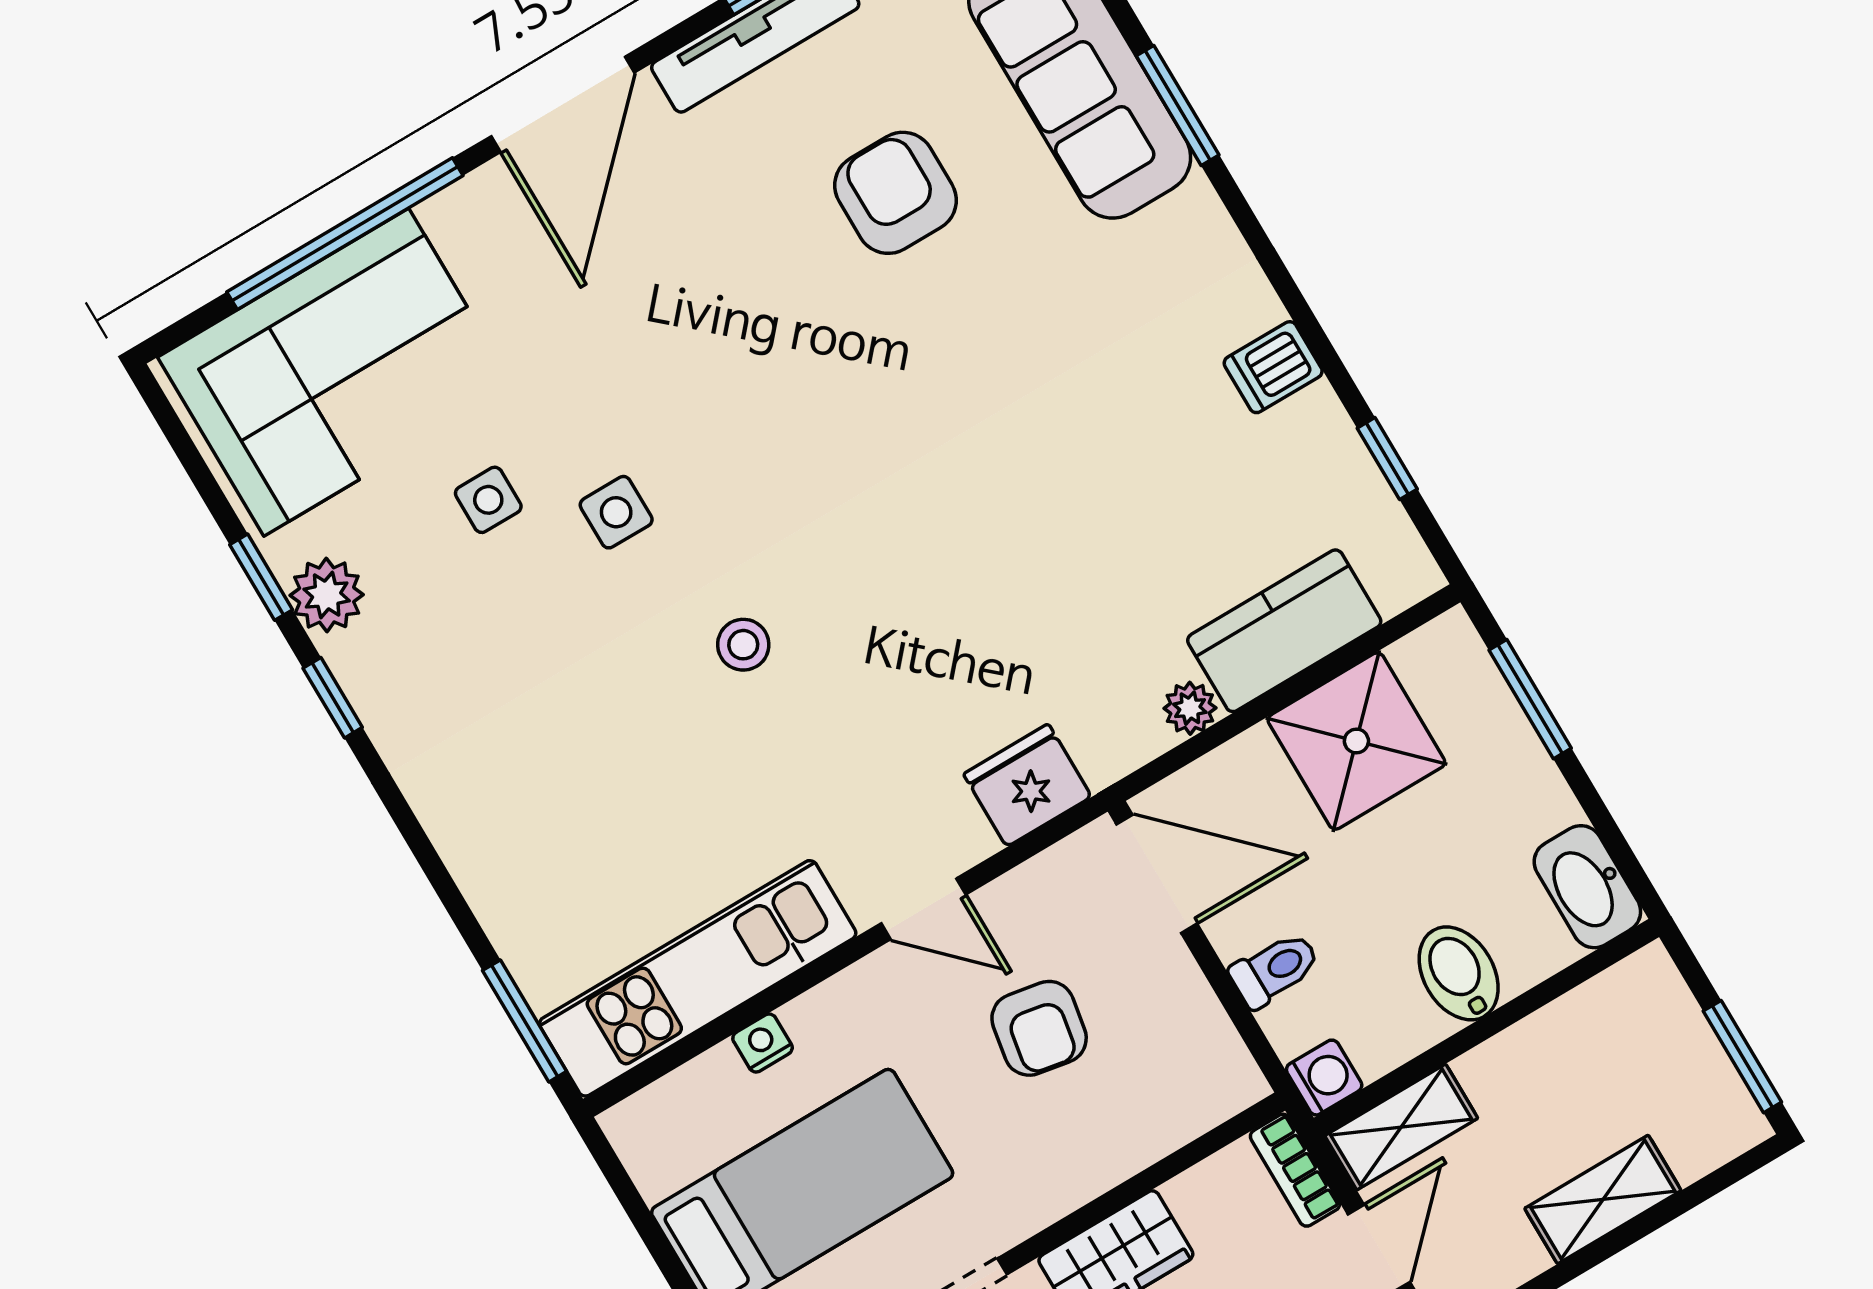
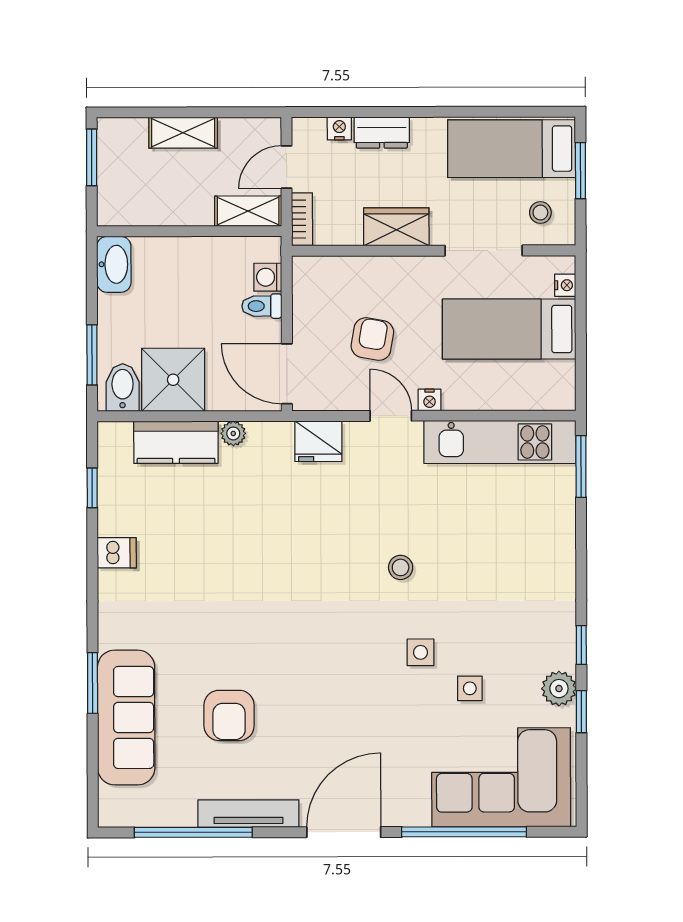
bidet: (1459, 973) -> (123, 388), moved, turned 180
nightstand: (763, 1043) -> (430, 400), moved
washing machine: (1324, 1078) -> (268, 277), moved

